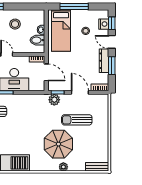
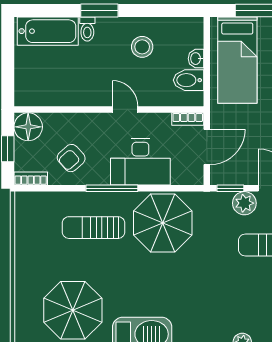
door: (46, 72) -> (207, 147), hinge flipped
plant: (54, 100) -> (244, 203), moved
parasol: (58, 144) -> (163, 223), moved

